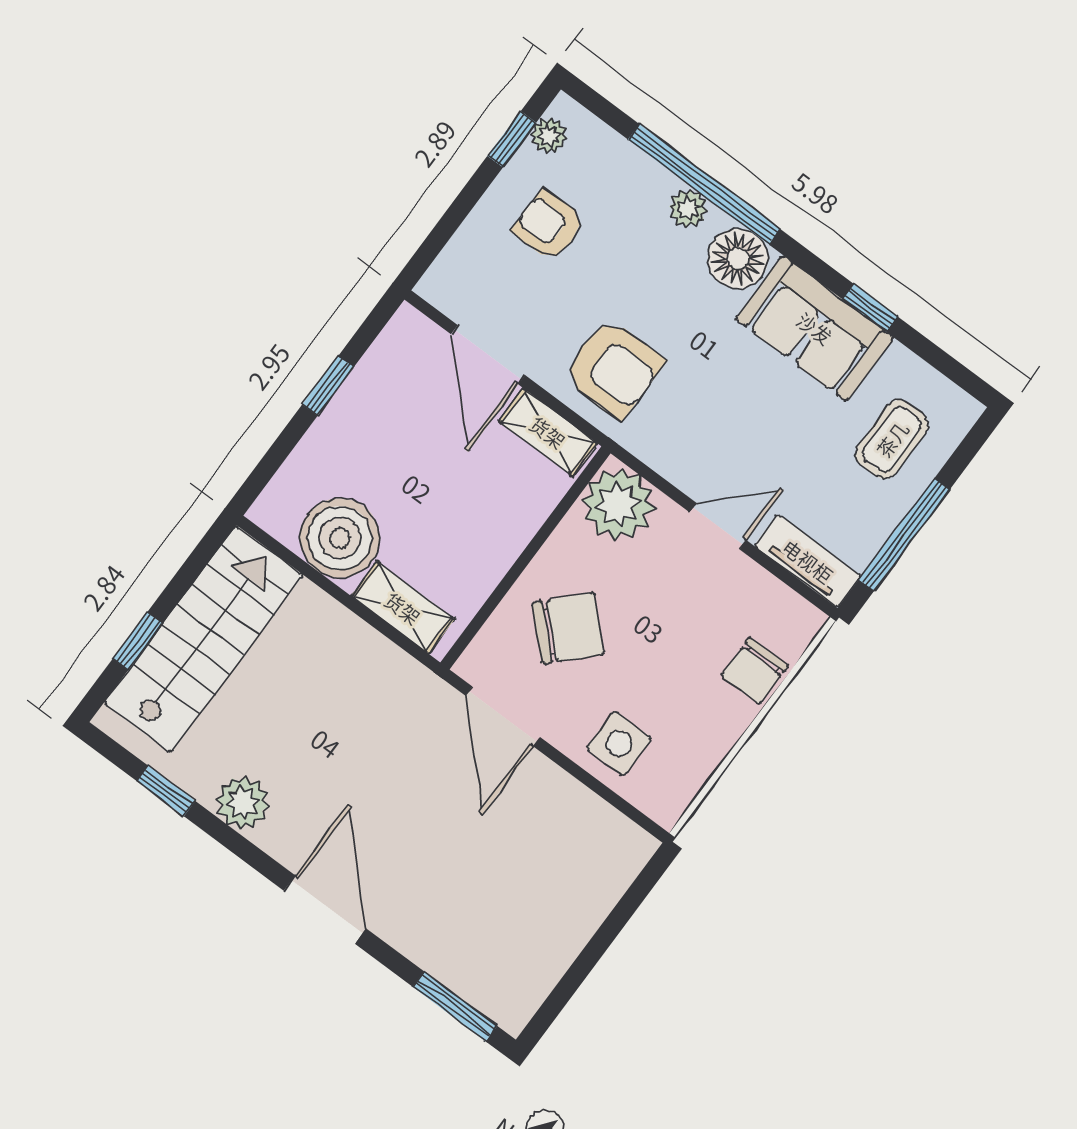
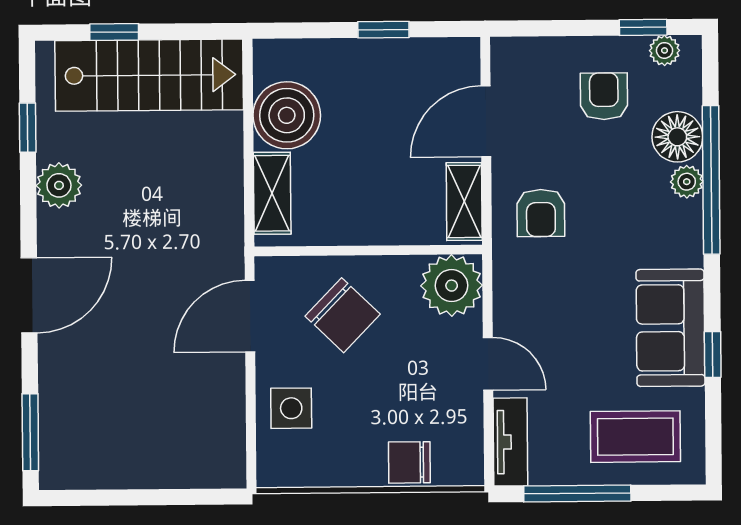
floor lamp: (738, 259) -> (677, 137), moved
armchair: (614, 368) -> (541, 213), width x0.72, depth x0.72
coffee table: (892, 439) -> (635, 437), width x1.36, depth x1.30

